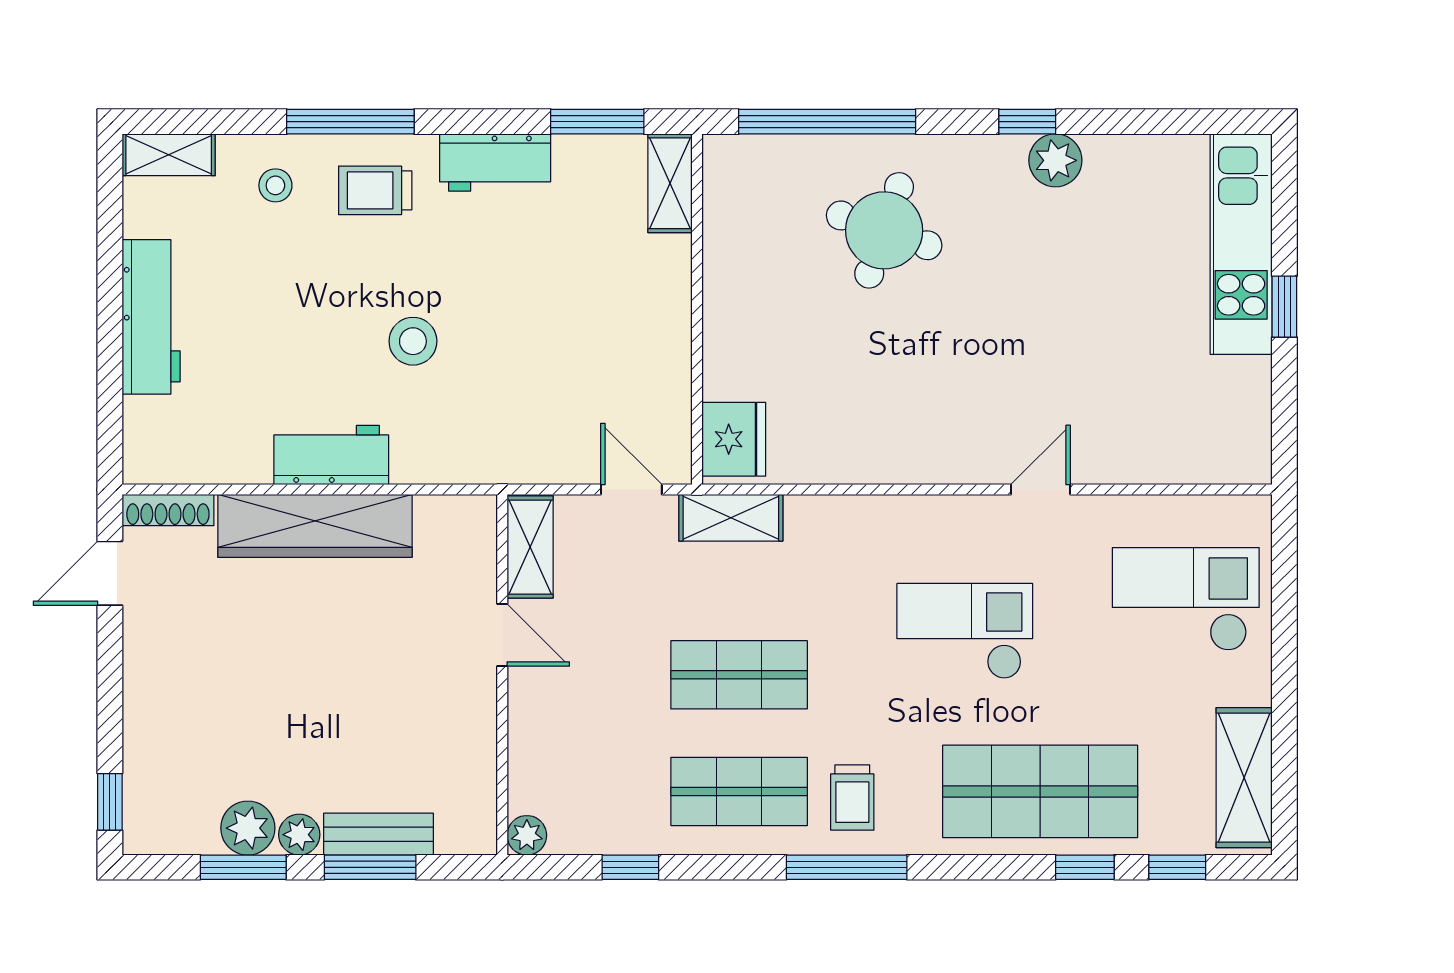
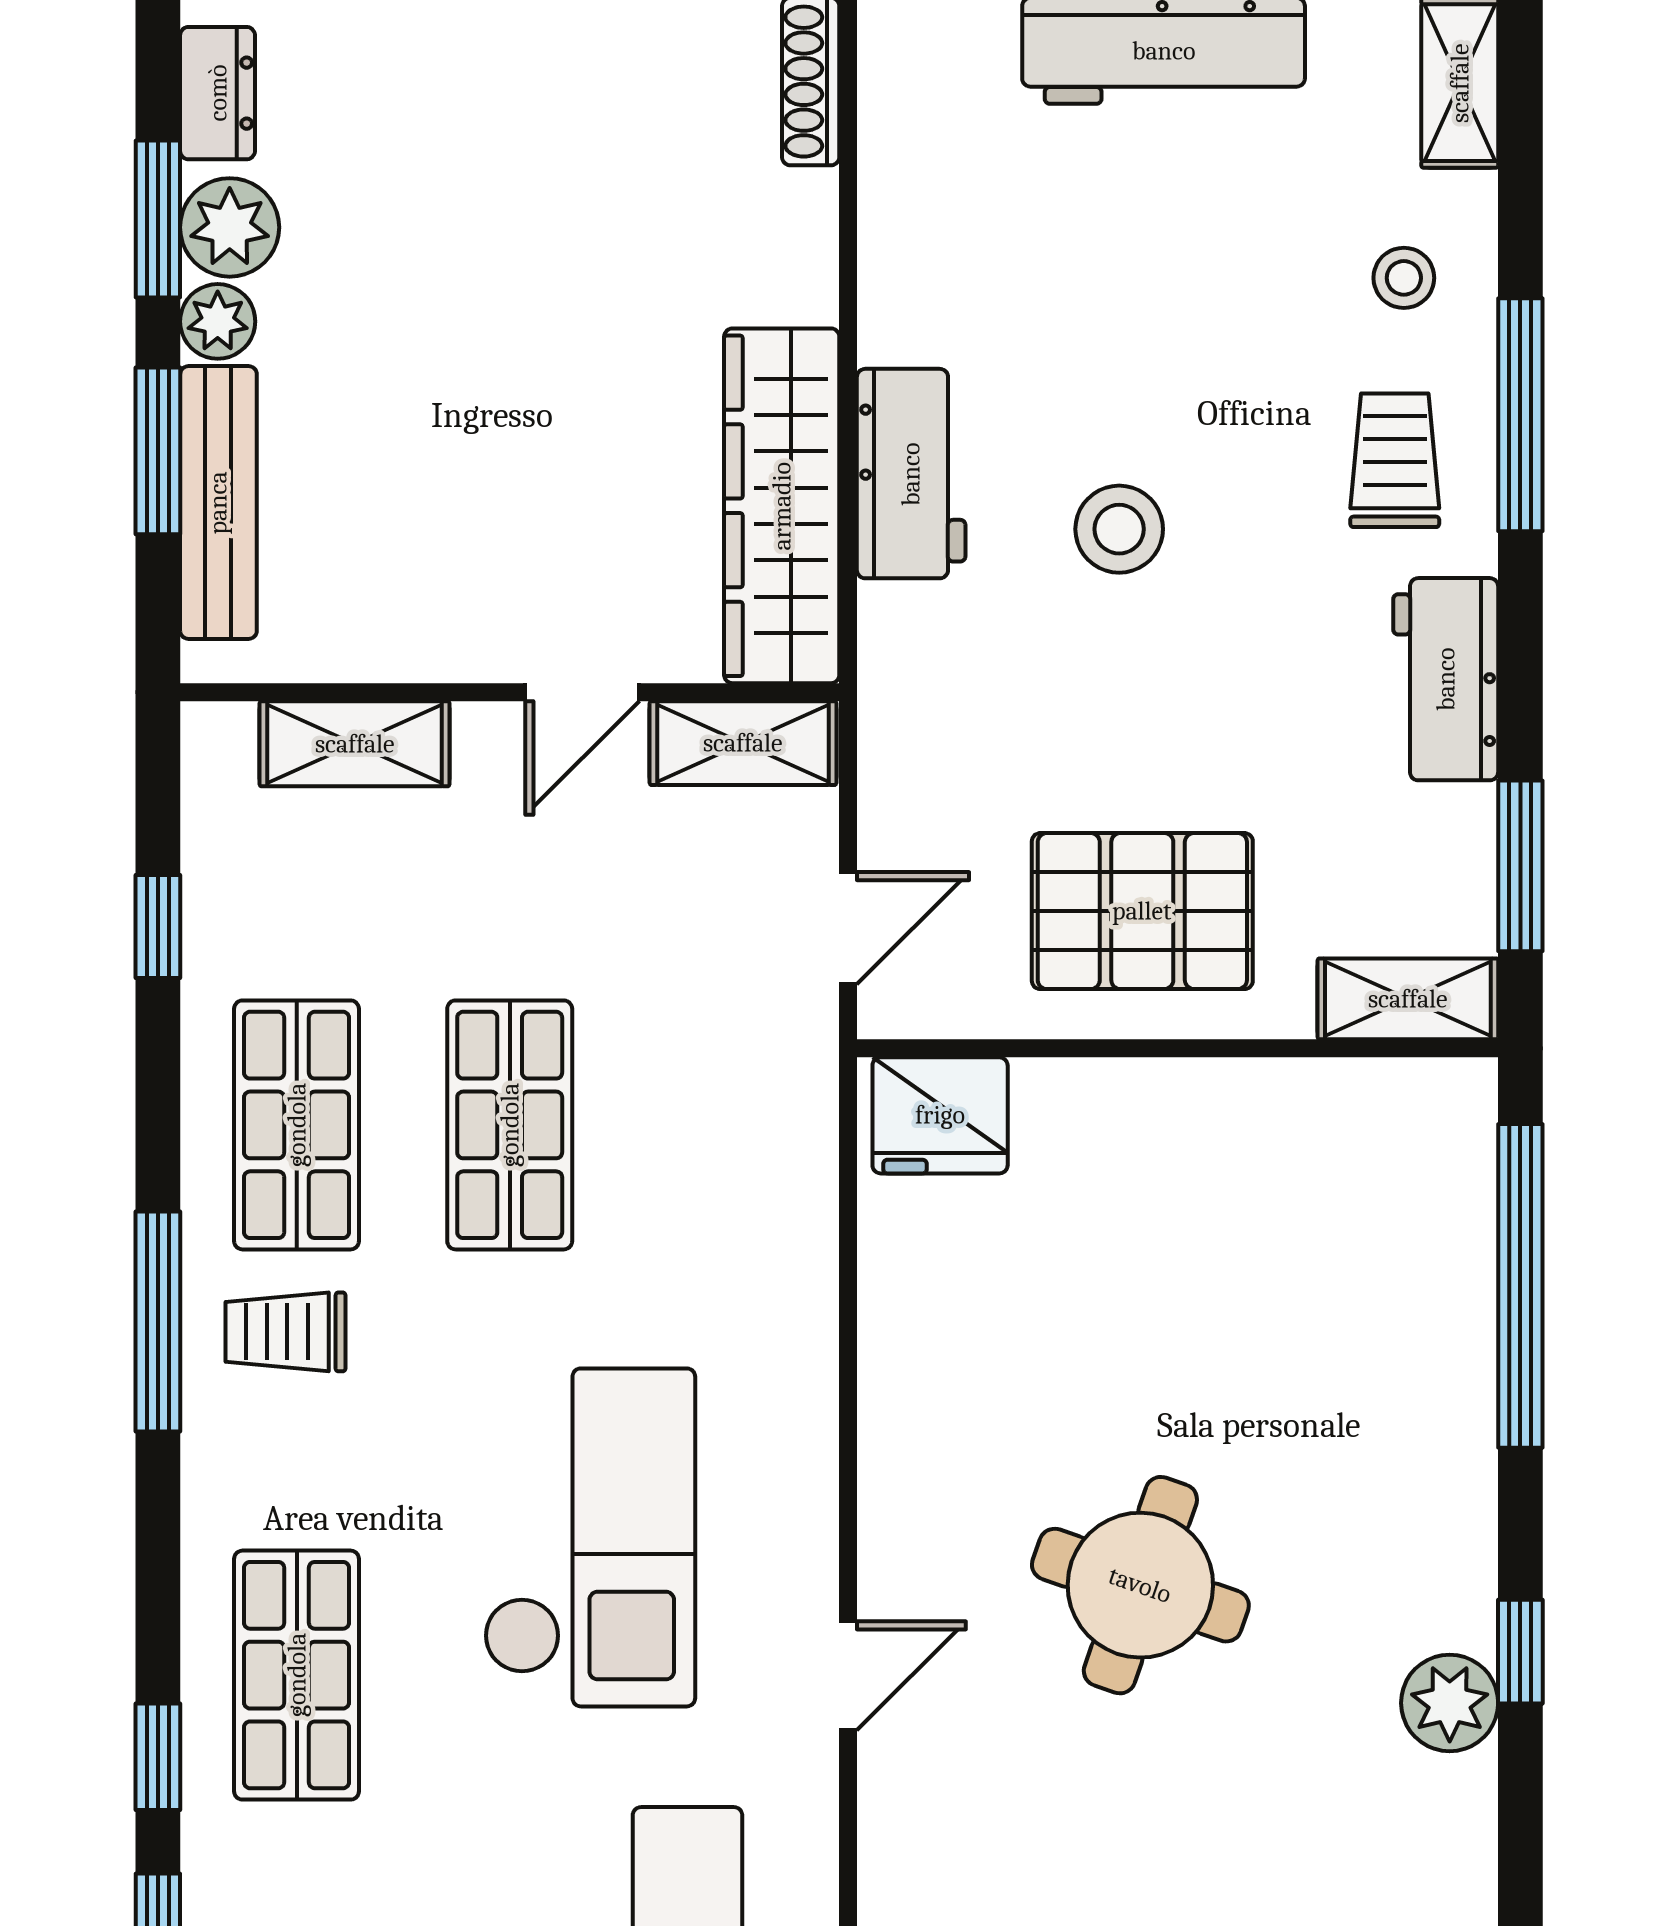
round table: (884, 230) -> (1140, 1585), moved
pallet: (622, 329) -> (1142, 911), added
workbench: (331, 455) -> (911, 474), moved
door: (1041, 490) -> (848, 1676), hinge flipped
shelving: (731, 518) -> (355, 744), moved, turned 90
wardrobe: (315, 526) -> (782, 506), moved
checkout: (965, 631) -> (590, 1537), width x1.36, depth x1.21
shop shelf: (1040, 791) -> (297, 1675), width x0.70, depth x0.74
bench: (378, 834) -> (218, 503), width x1.36
dresser: (174, 835) -> (218, 93), added
plant: (527, 835) -> (216, 737), removed

